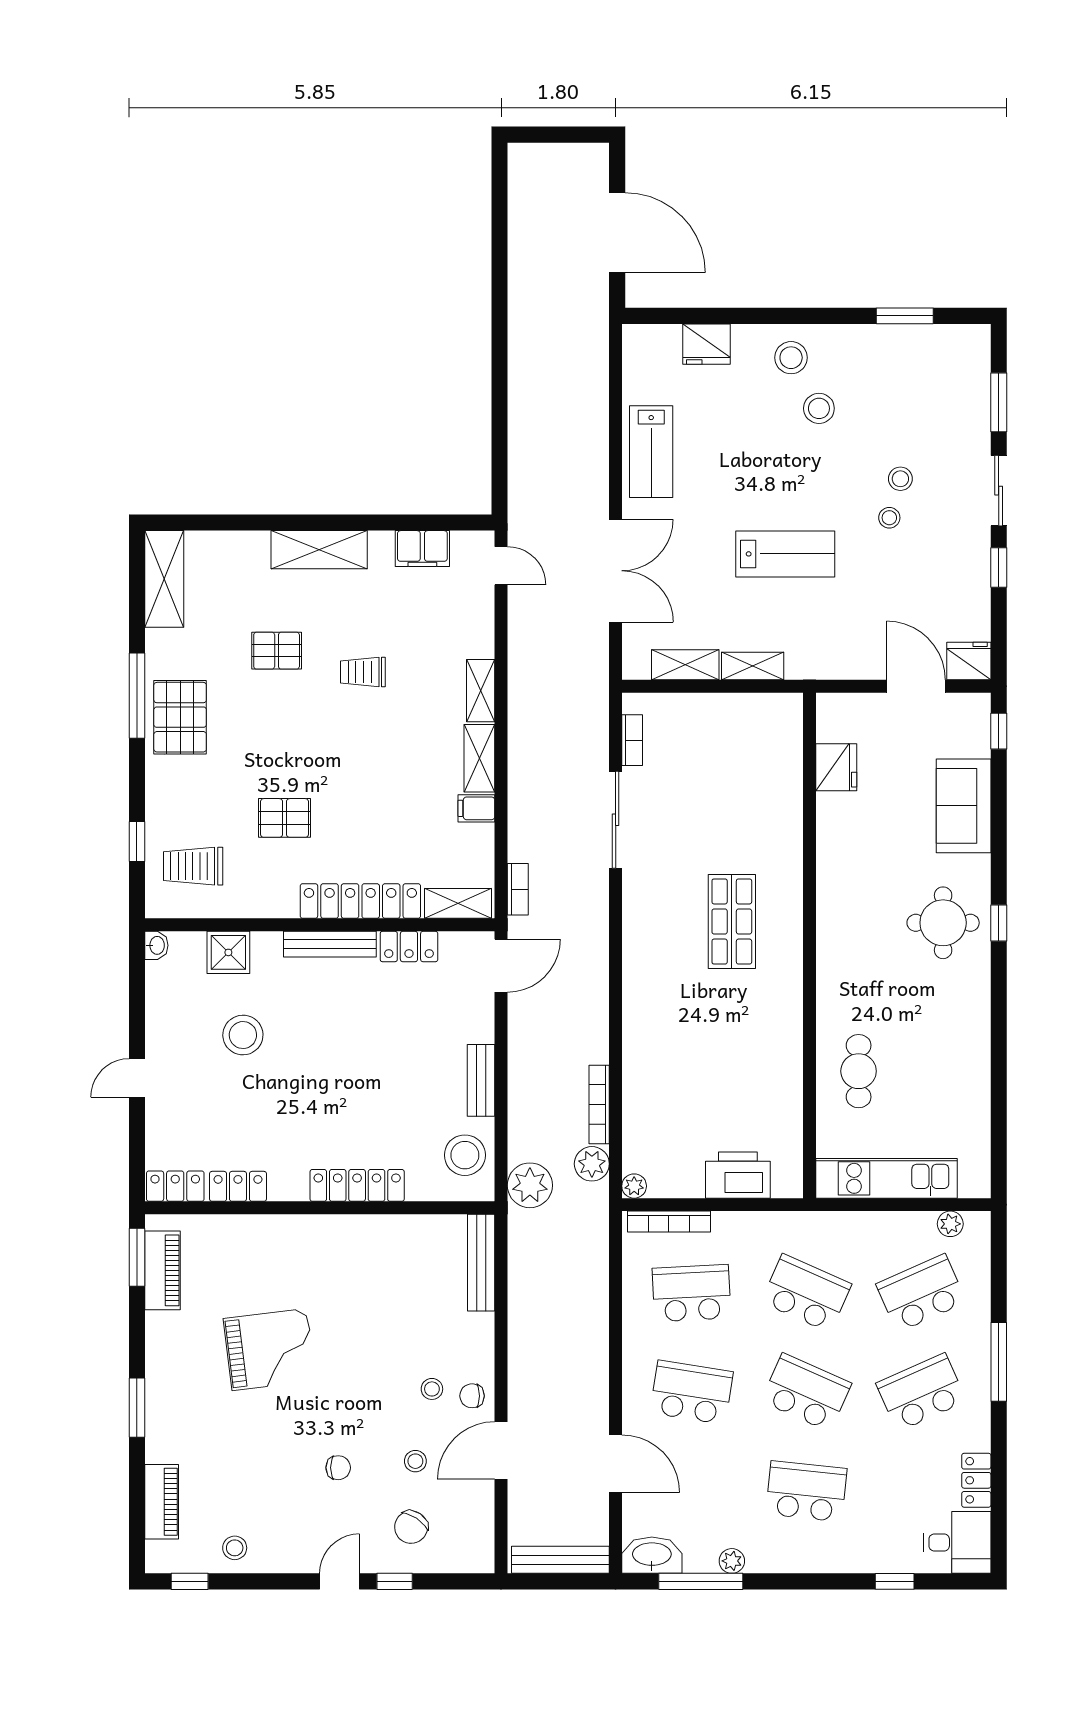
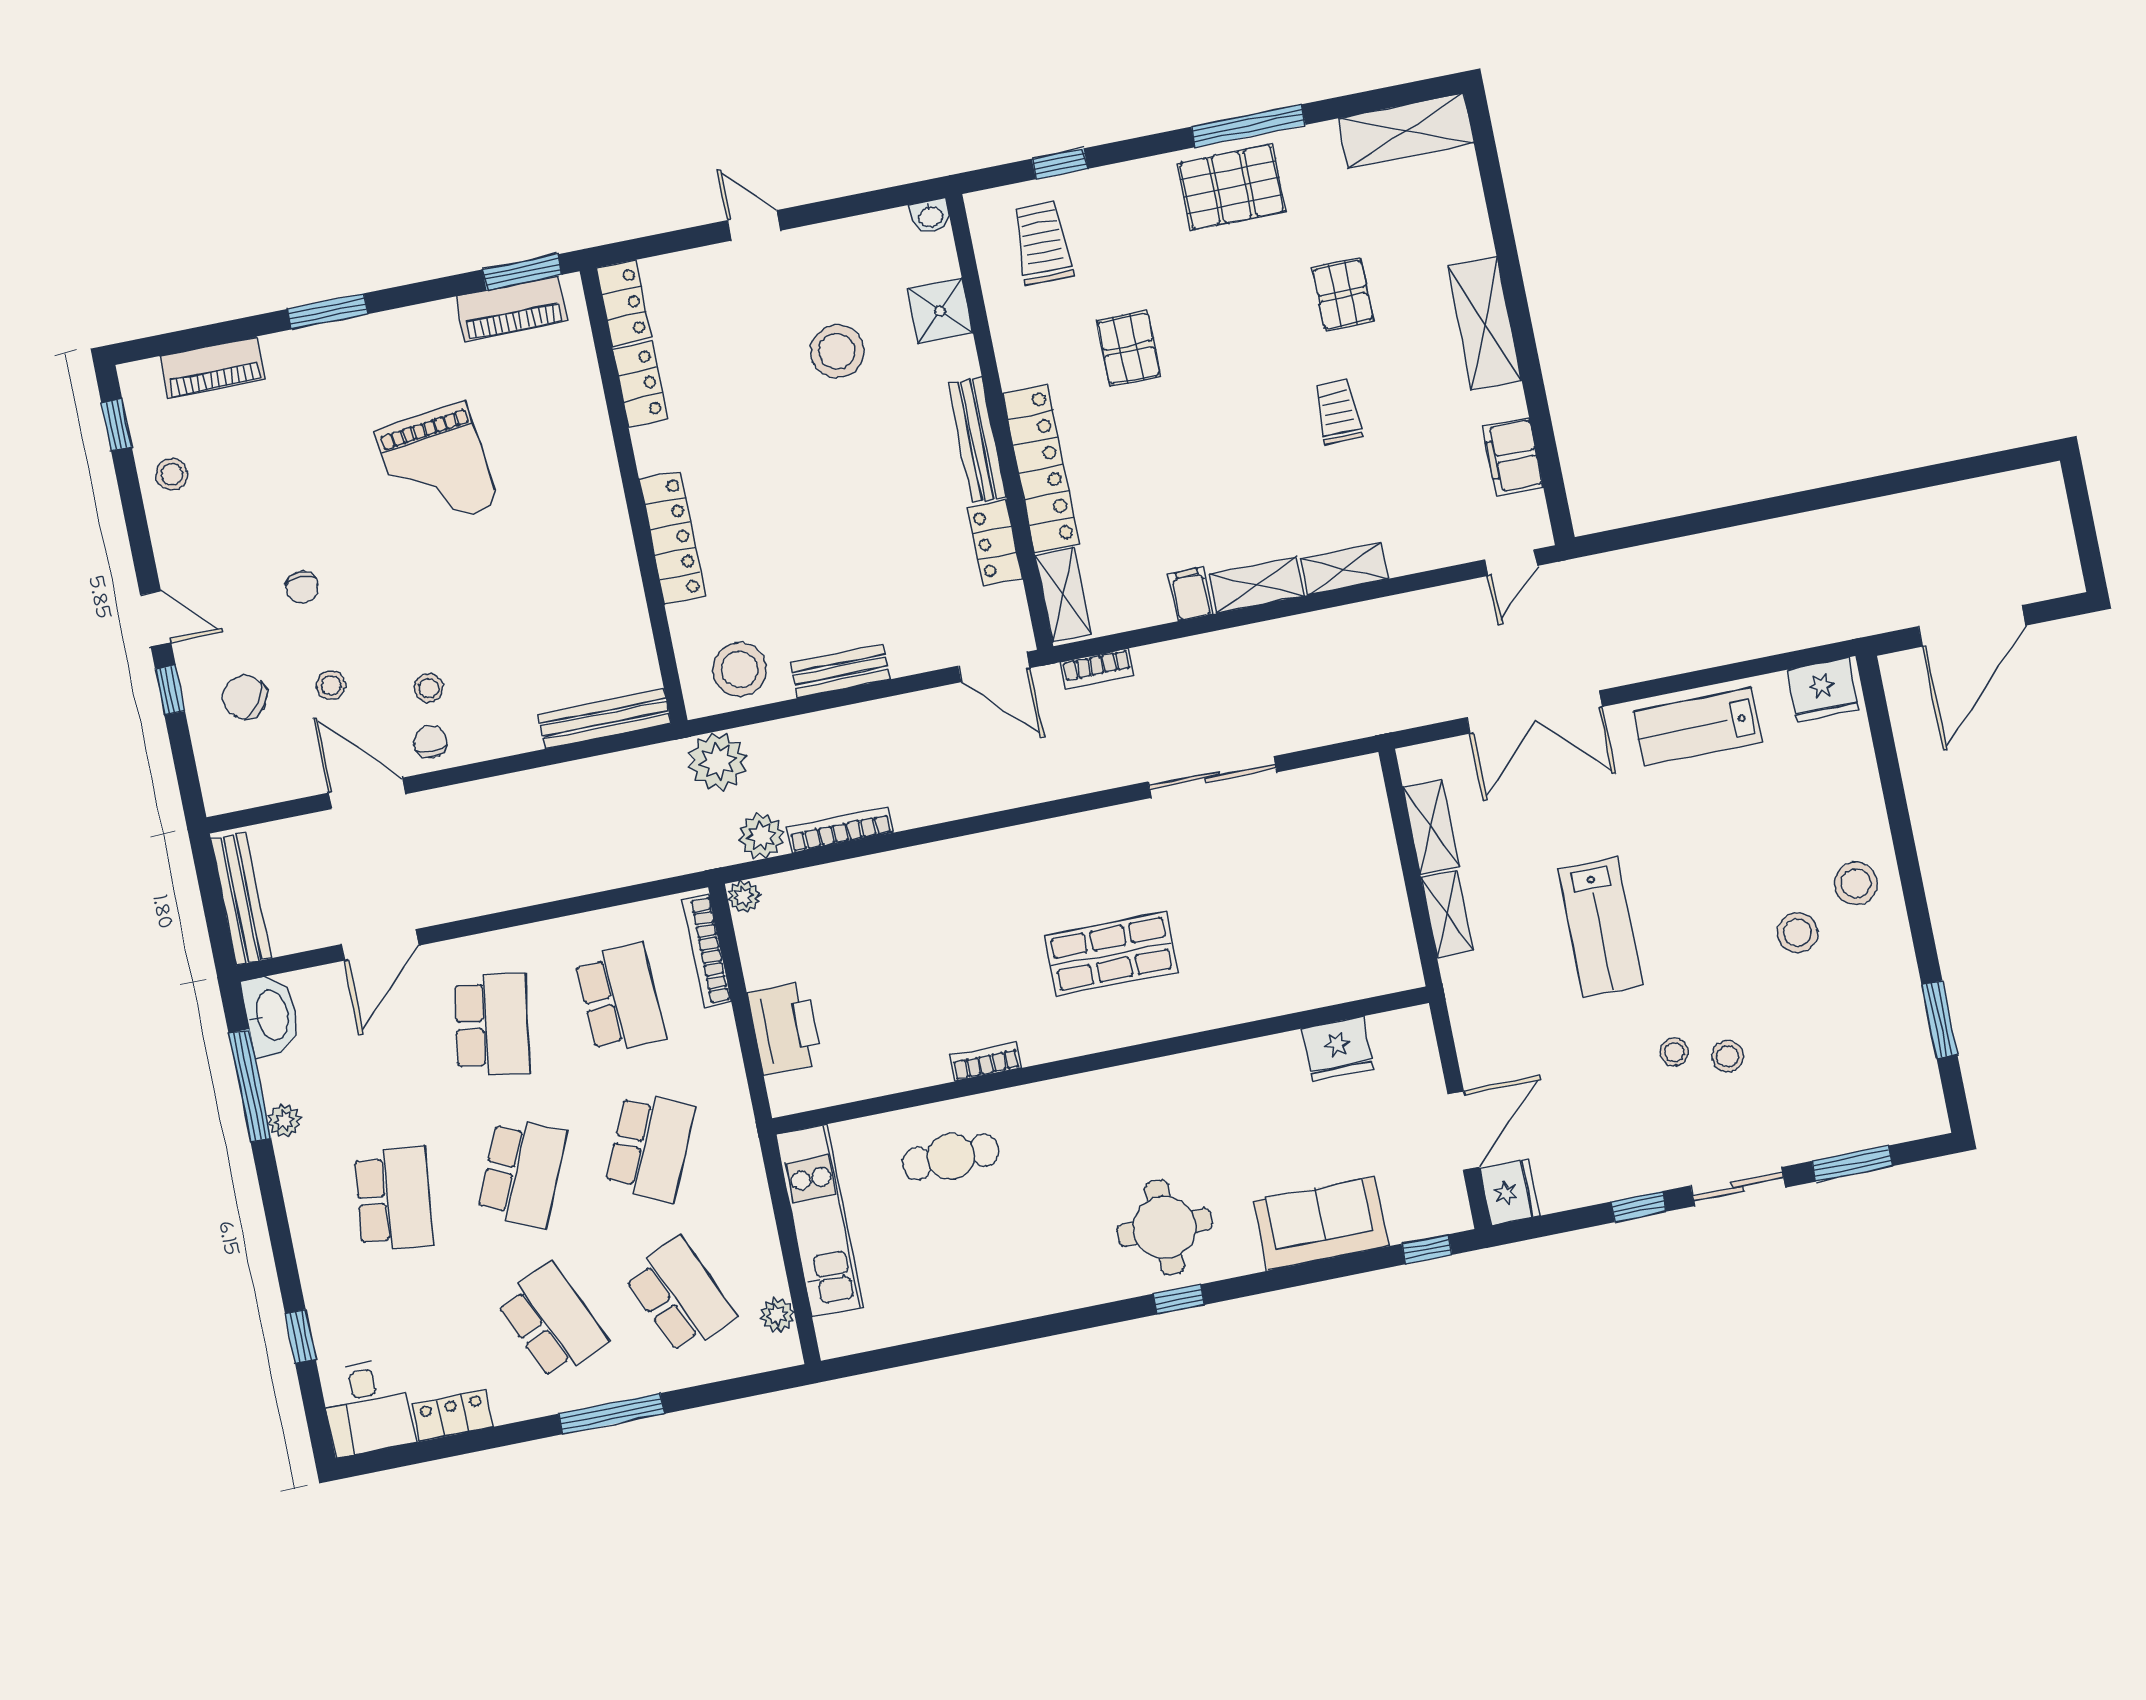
fridge: (707, 344) -> (1823, 690), moved, turned -90
bookcase: (632, 740) -> (986, 1061), moved, turned 180

